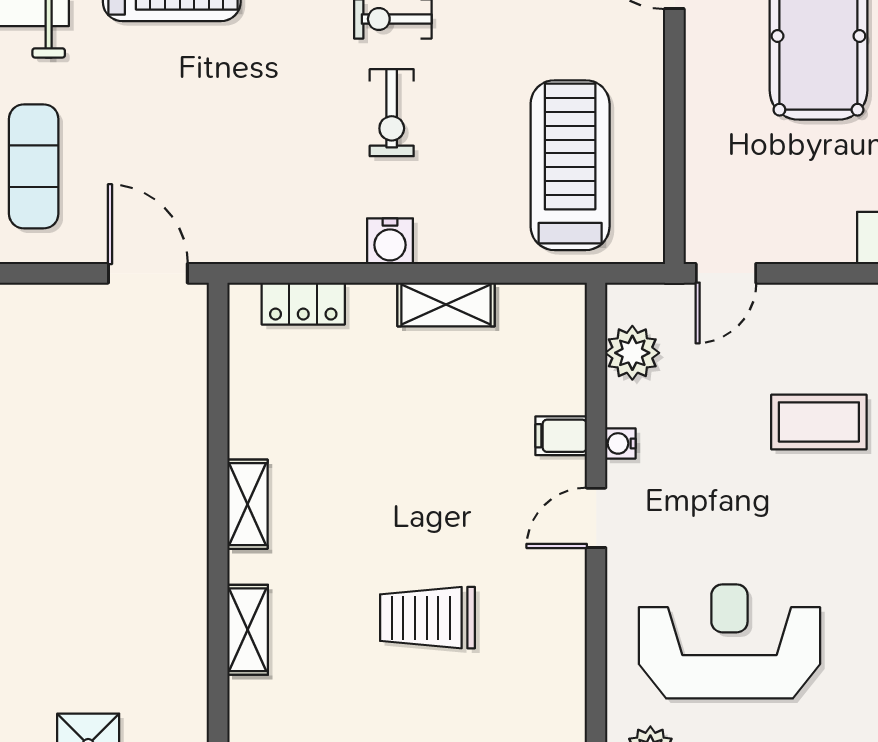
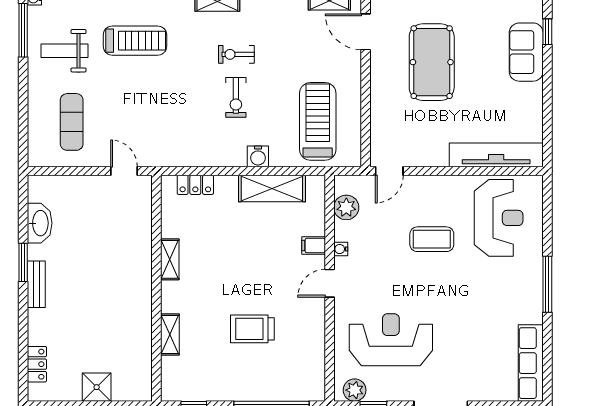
water cooler: (390, 241) -> (258, 156), moved
door: (148, 273) -> (124, 171), width x0.73
shelving: (446, 304) -> (272, 189), width x1.50, depth x1.33
shelving: (247, 504) -> (170, 259), moved

